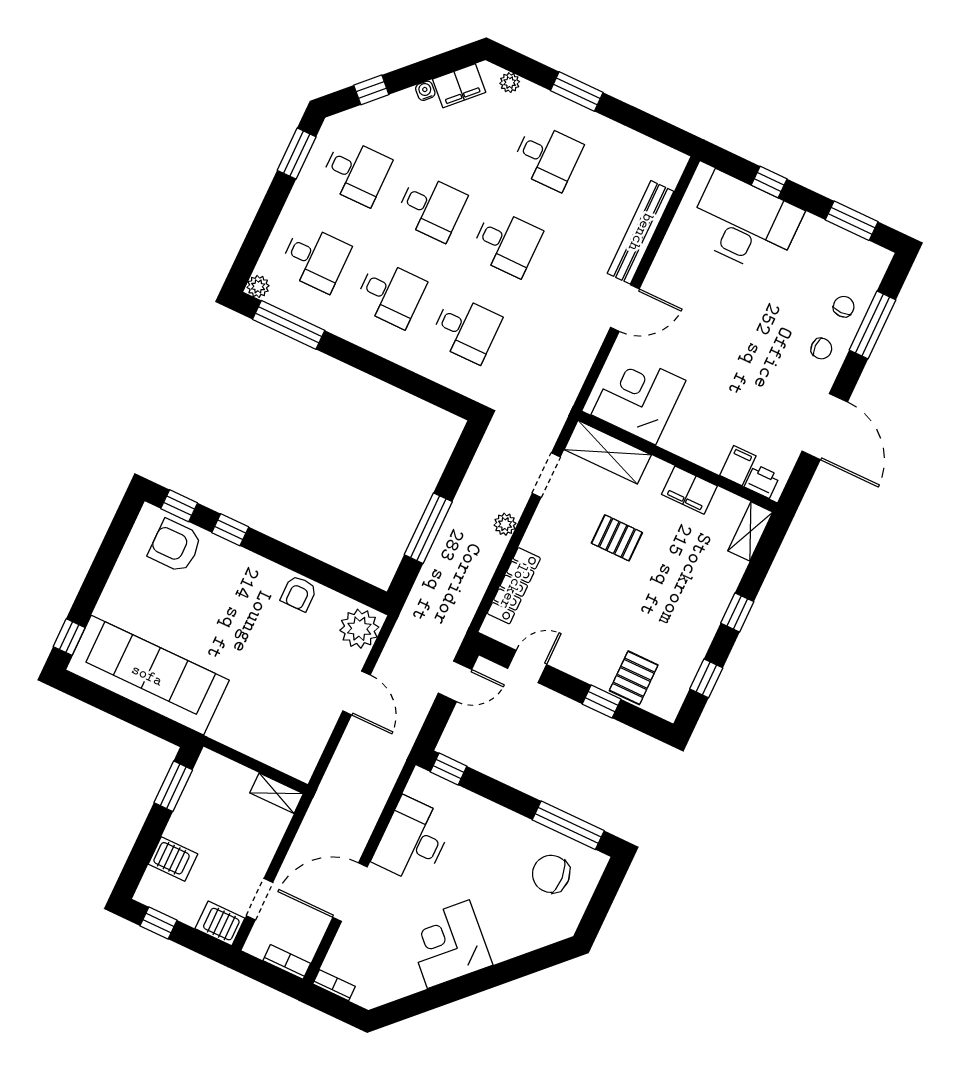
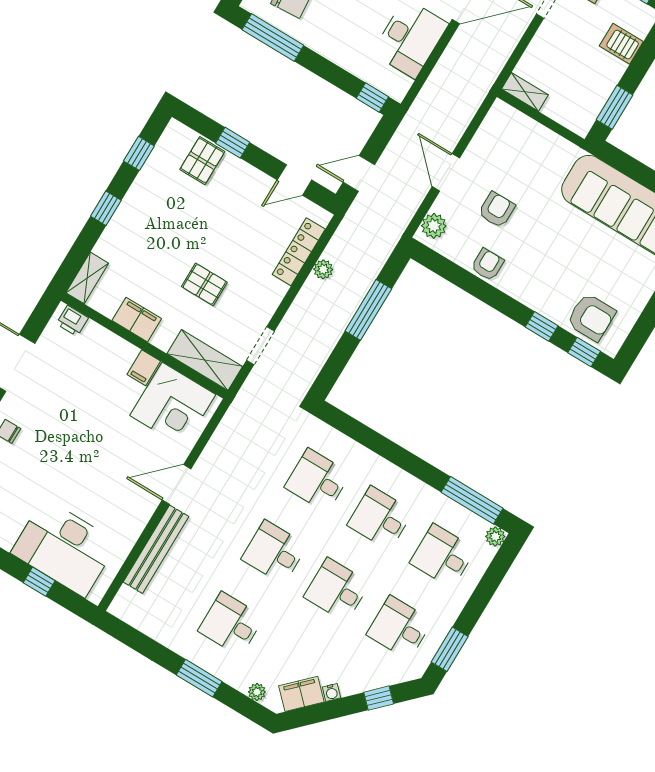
filing cabinet: (738, 466) -> (144, 368), moved
plant: (505, 524) -> (323, 269), moved
plant: (359, 629) -> (434, 226), width x0.73, depth x0.73
armchair: (295, 656) -> (497, 210), added

